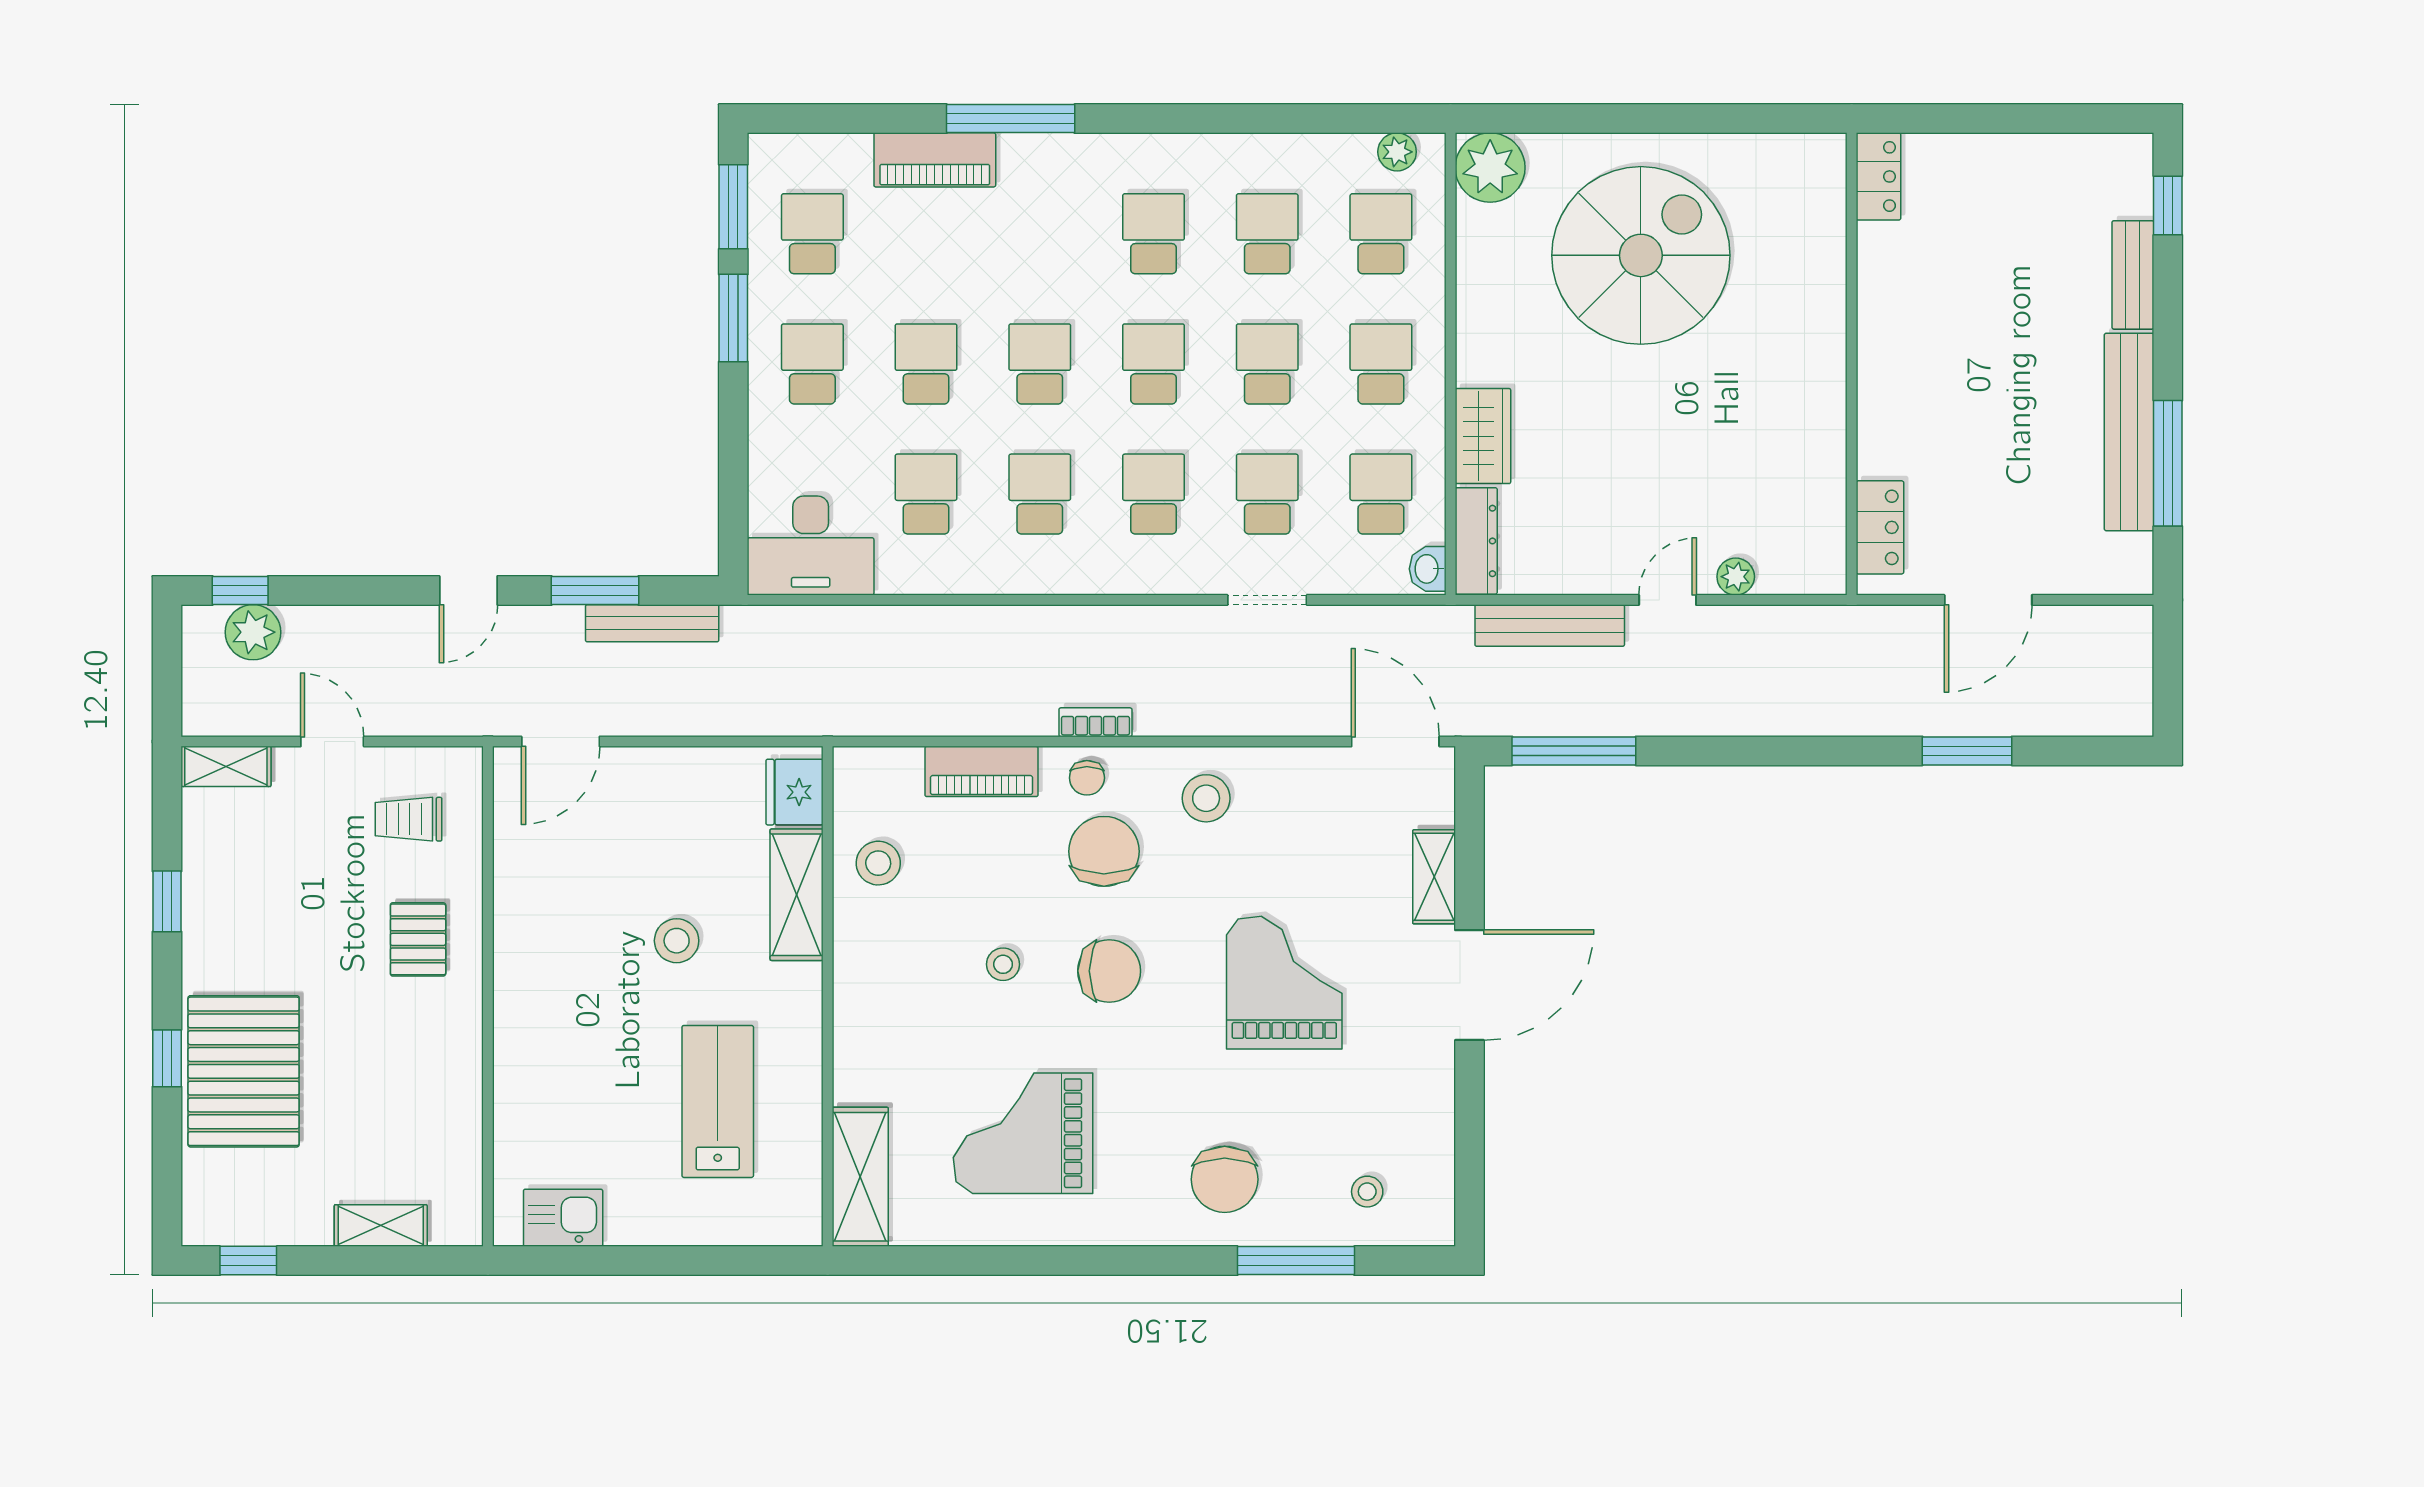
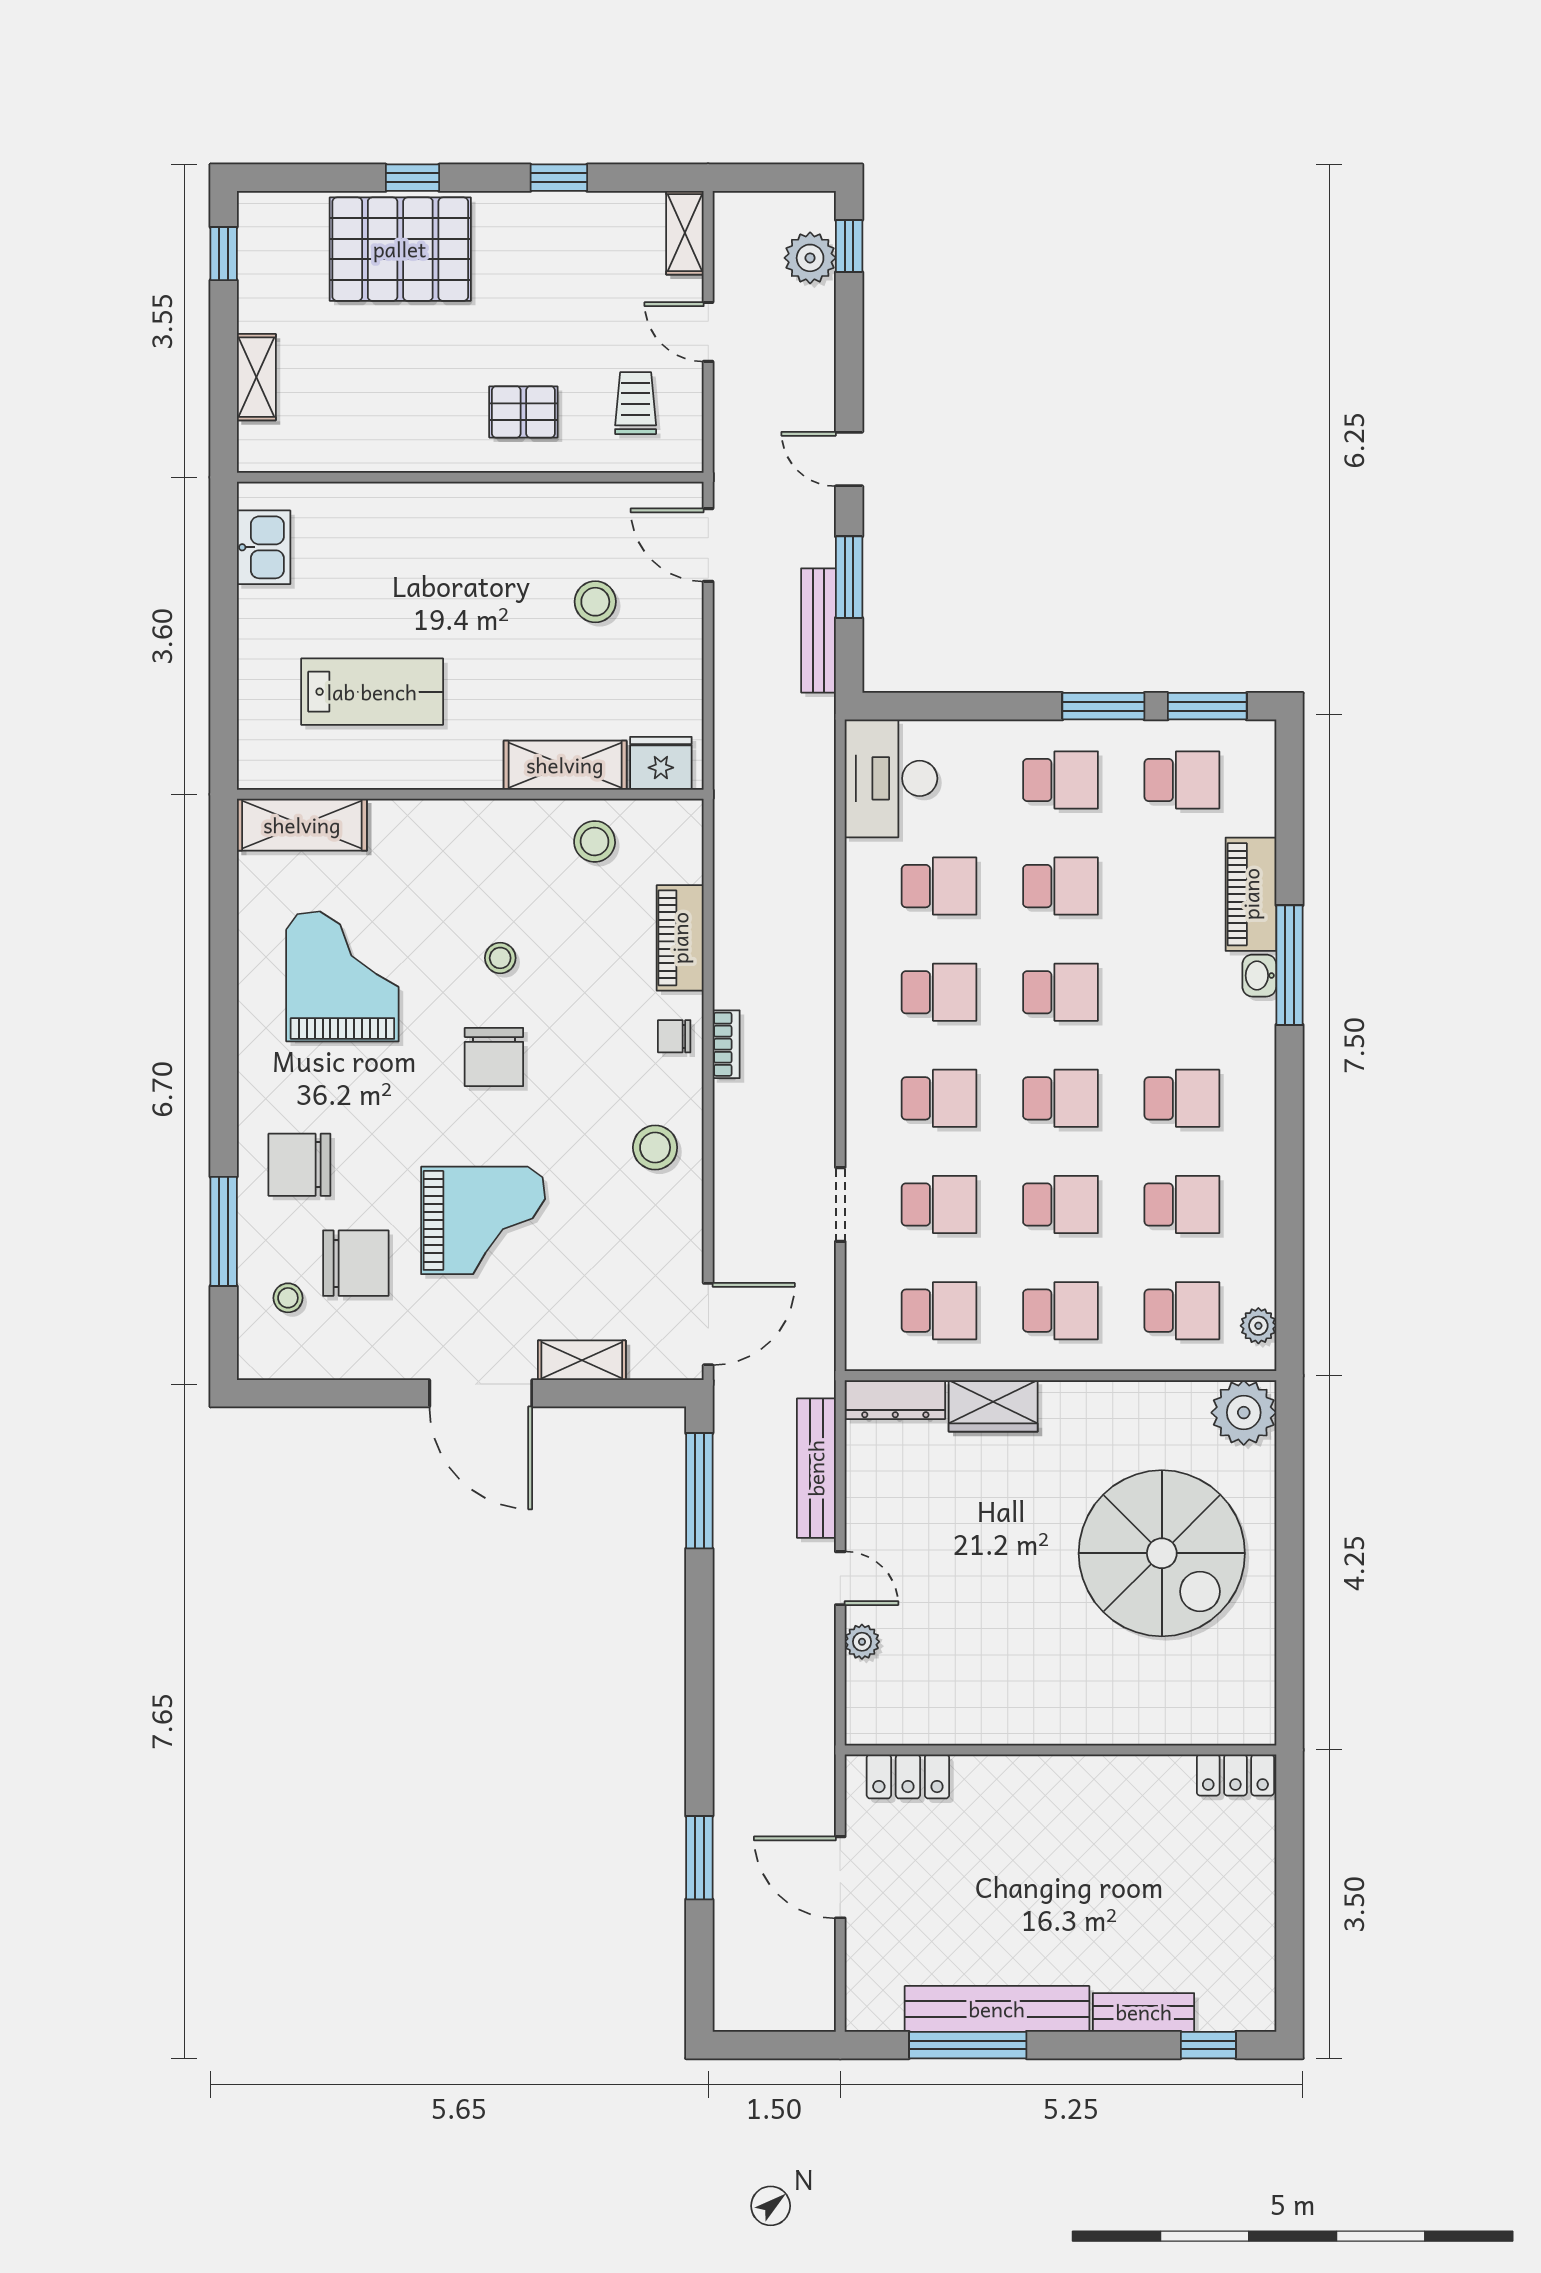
washbasin: (1428, 569) -> (1259, 976), moved, turned -90
door: (332, 741) -> (708, 332), swing flipped
chair: (1104, 851) -> (356, 1263), moved
stool: (677, 941) -> (595, 602), moved

